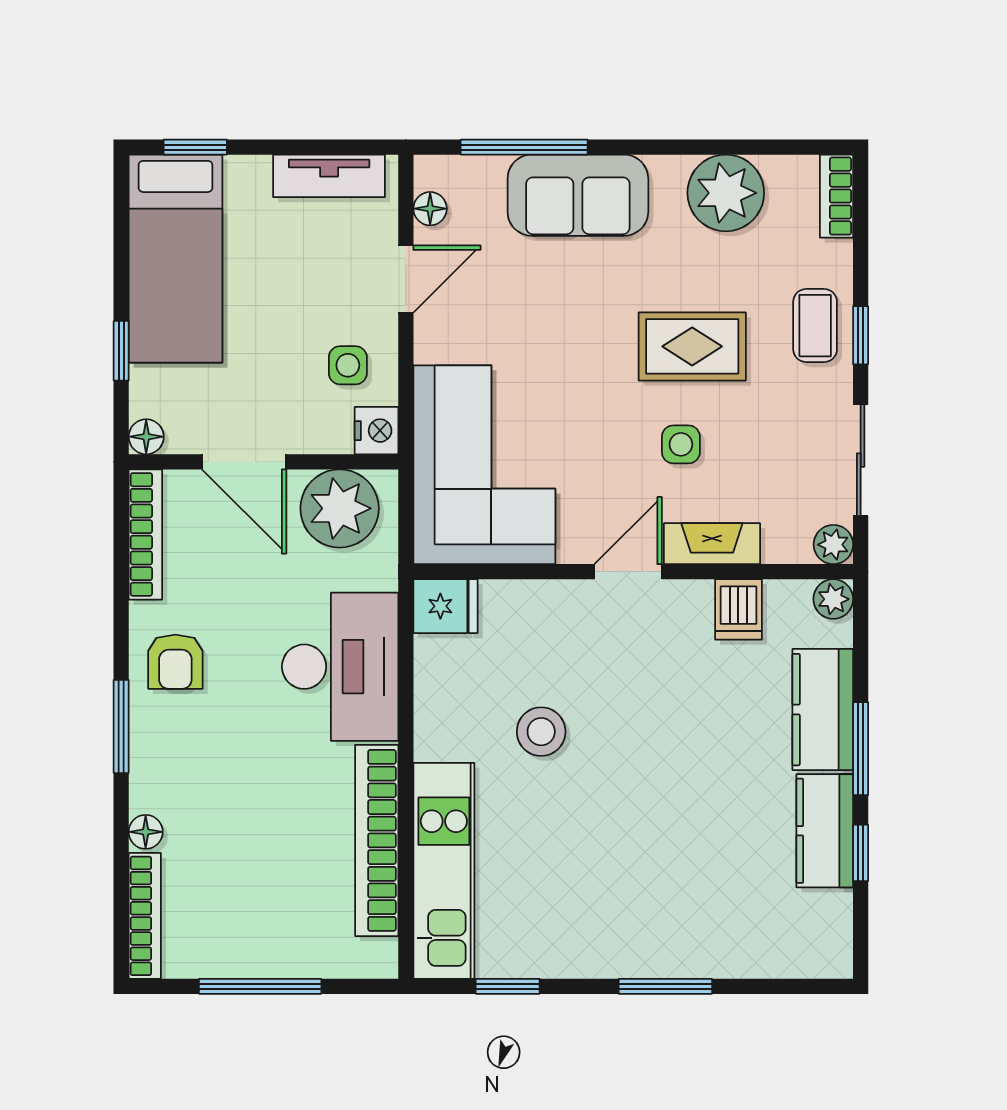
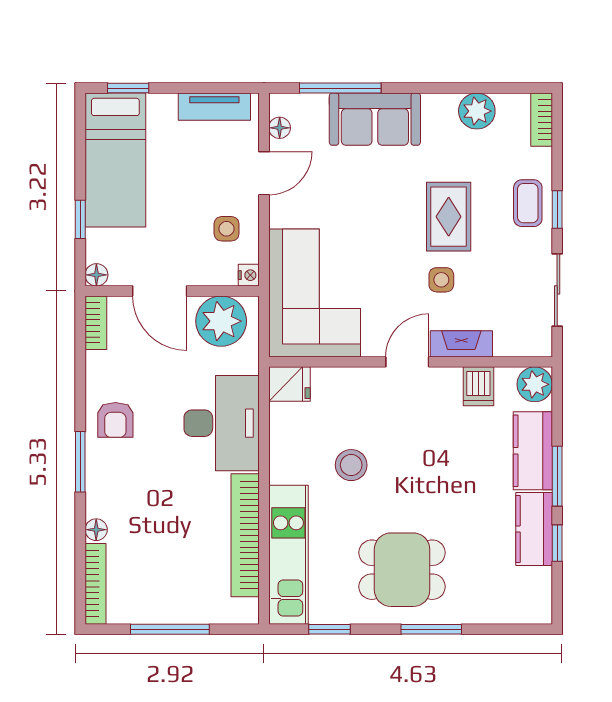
plant: (726, 193) -> (477, 111), width x0.73, depth x0.73
rug: (692, 346) -> (449, 217), turned 90
nightstand: (377, 431) -> (249, 275), width x0.72, depth x0.74
bookcase: (145, 534) -> (96, 323), width x0.64
plant: (833, 545) -> (540, 344), removed
plant: (833, 599) -> (535, 384), width x1.38, depth x1.38
dining table: (620, 894) -> (402, 570), added

